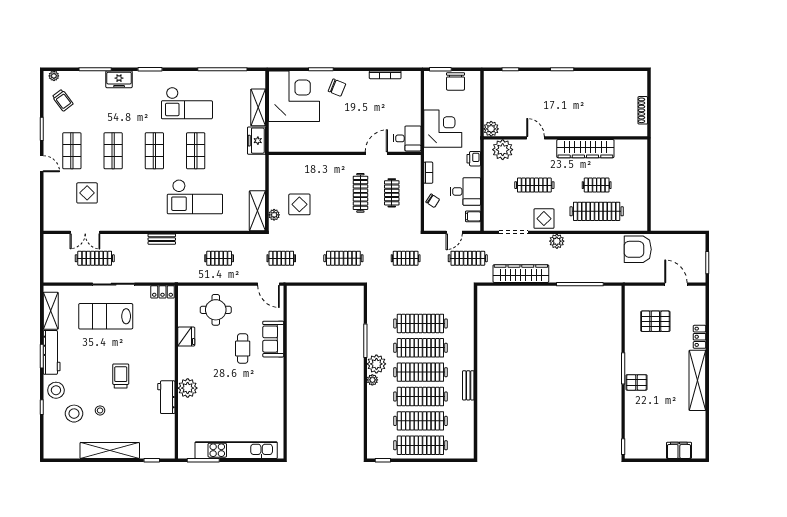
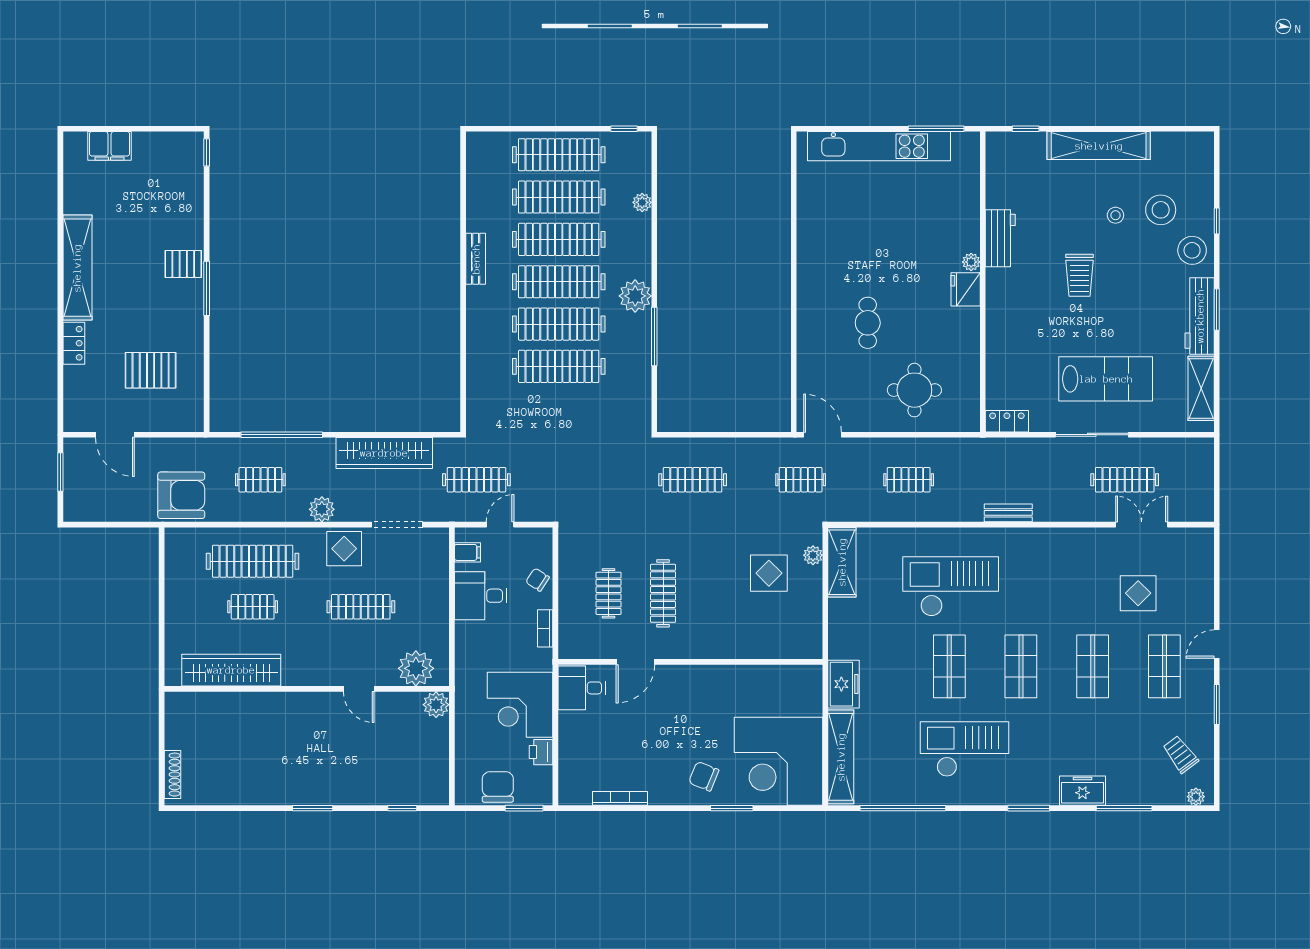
shelving: (258, 107) -> (841, 757), width x1.47
shoe rack: (643, 110) -> (172, 775), moved
wardrobe: (585, 149) -> (231, 670), moved
printer: (474, 159) -> (541, 752), moved, turned 180
door: (42, 164) -> (1217, 644), hinge flipped
clothes rail: (406, 258) -> (260, 480), moved
fridge: (186, 337) -> (966, 289), moved
sofa: (273, 339) -> (815, 339), removed
plant: (372, 380) -> (642, 202), moved
plant: (188, 388) -> (971, 262), width x0.53, depth x0.53

